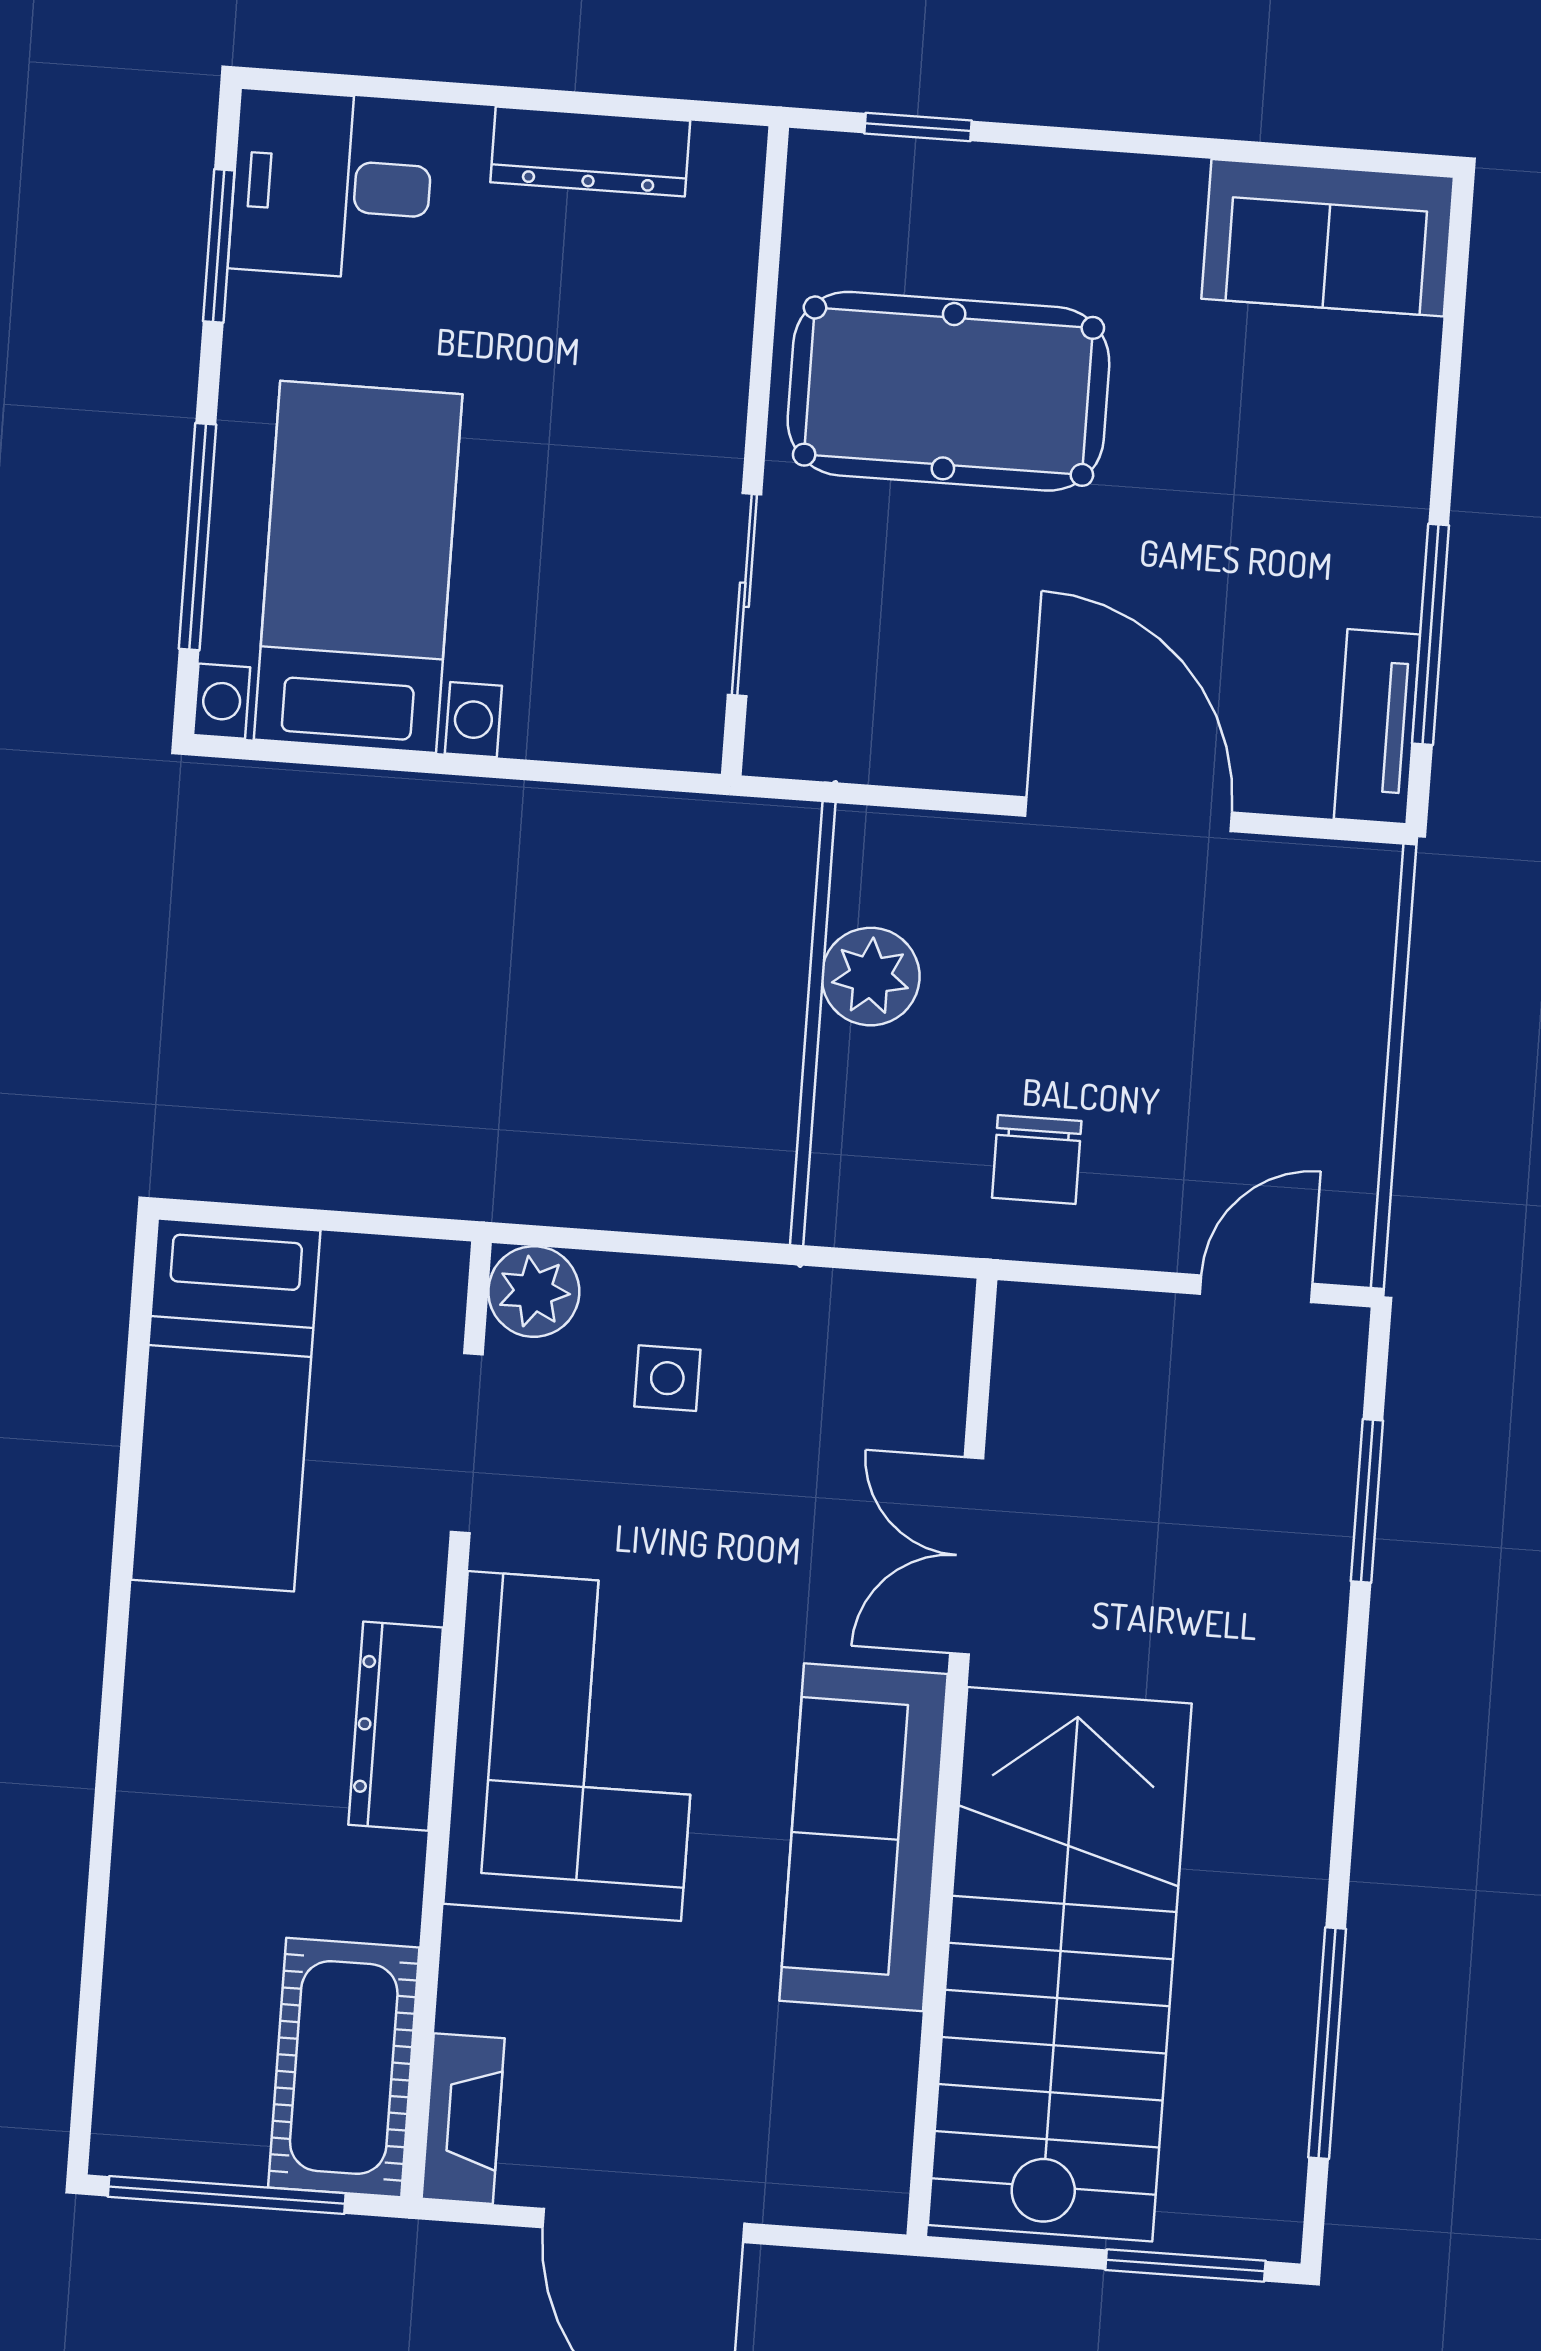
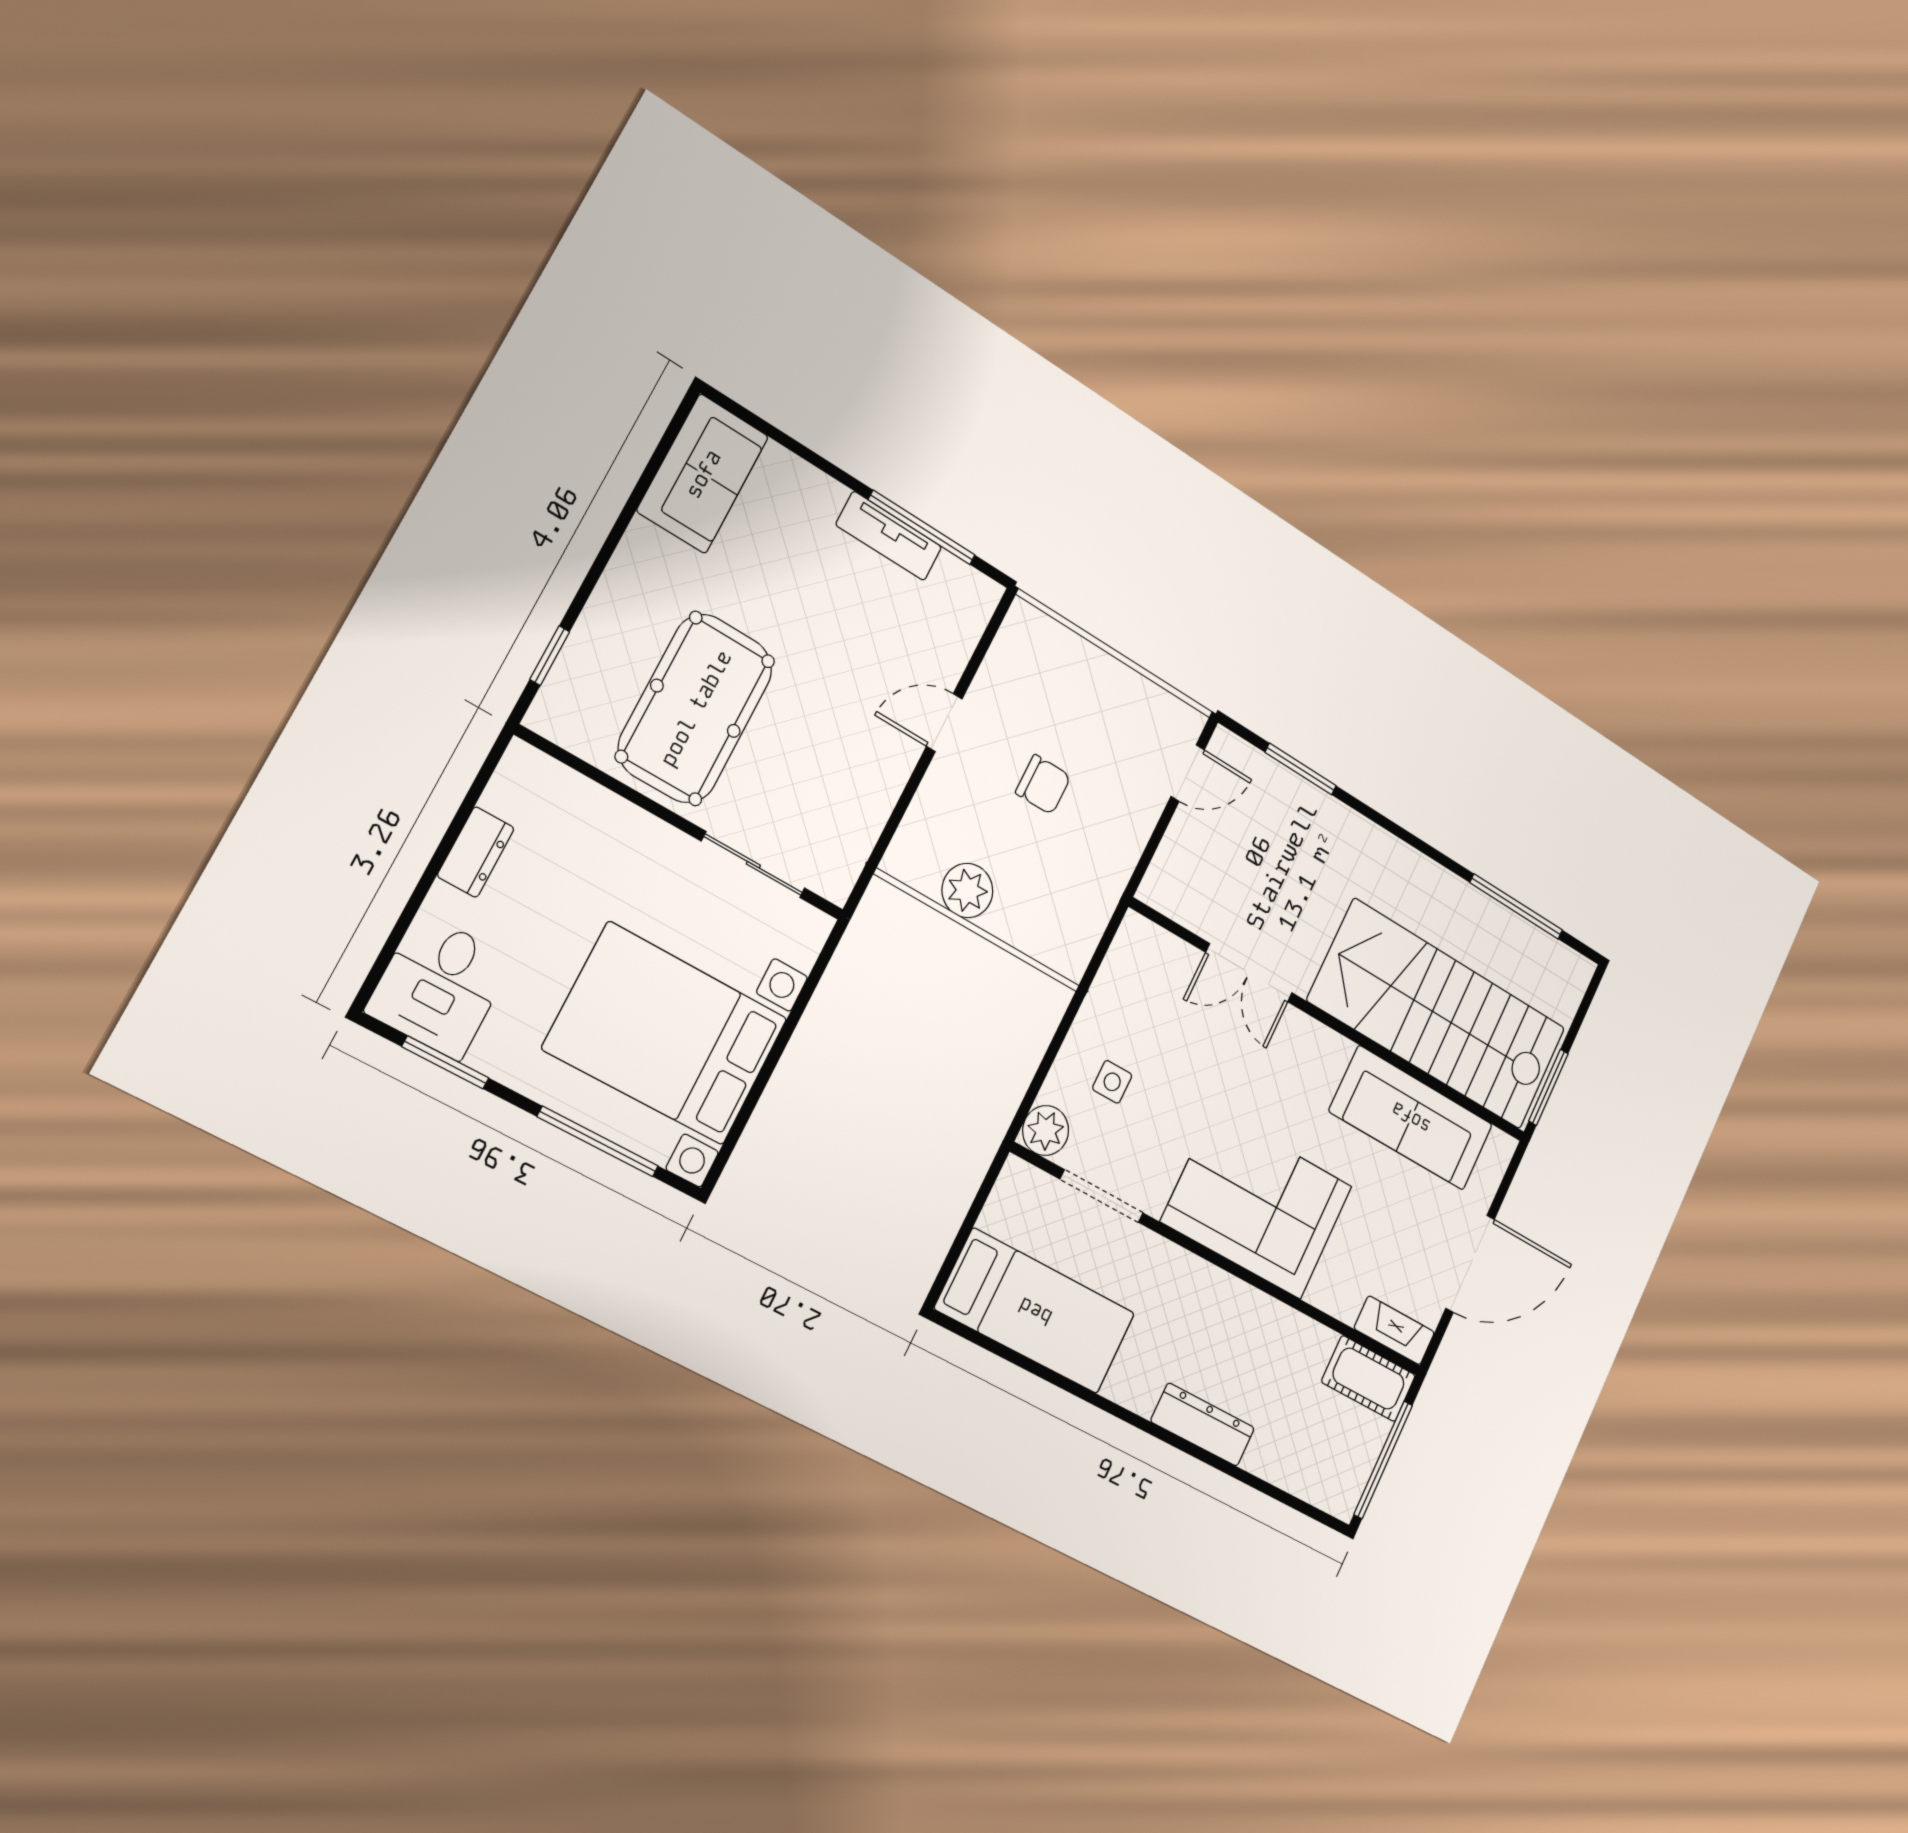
dresser: (590, 151) -> (476, 852), width x0.70
bed with nightstands: (358, 567) -> (666, 1034), width x1.36
tv unit: (1377, 727) -> (889, 536), moved
door: (1129, 814) -> (944, 723), width x0.53
chair: (1037, 1159) -> (1043, 785), moved
door: (1256, 1289) -> (1188, 773), swing flipped
dresser: (396, 1726) -> (1203, 1425), moved, turned 180
sofa: (864, 1837) -> (1411, 1118), moved
cot: (344, 2067) -> (1368, 1379), width x0.73, depth x0.75
window: (1185, 2265) -> (1548, 1087), moved

